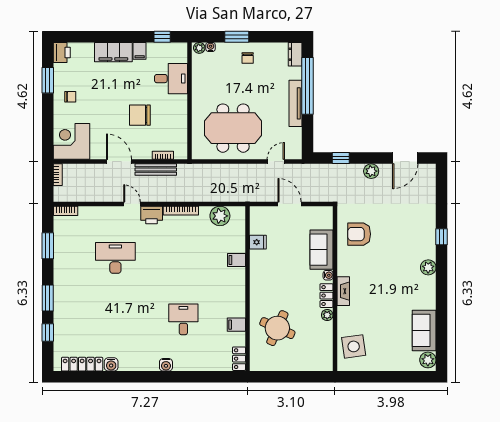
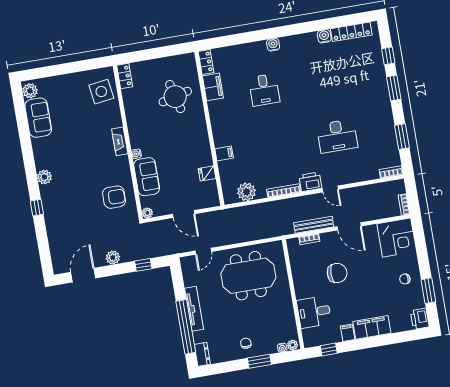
locker: (326, 296) -> (125, 76), moved
plant: (327, 315) -> (147, 213), moved
filing cabinet: (236, 325) -> (213, 87), width x2.00
round table: (277, 328) -> (175, 97), turned -38

